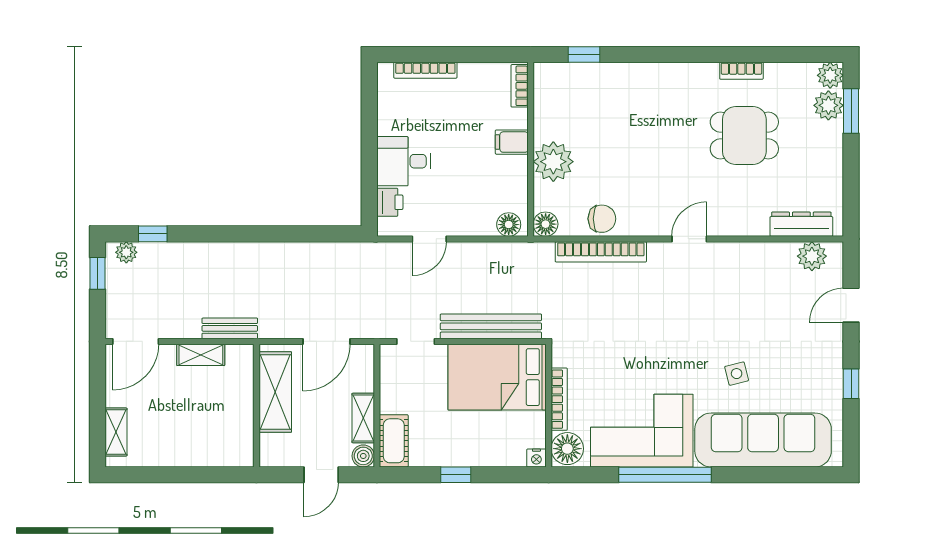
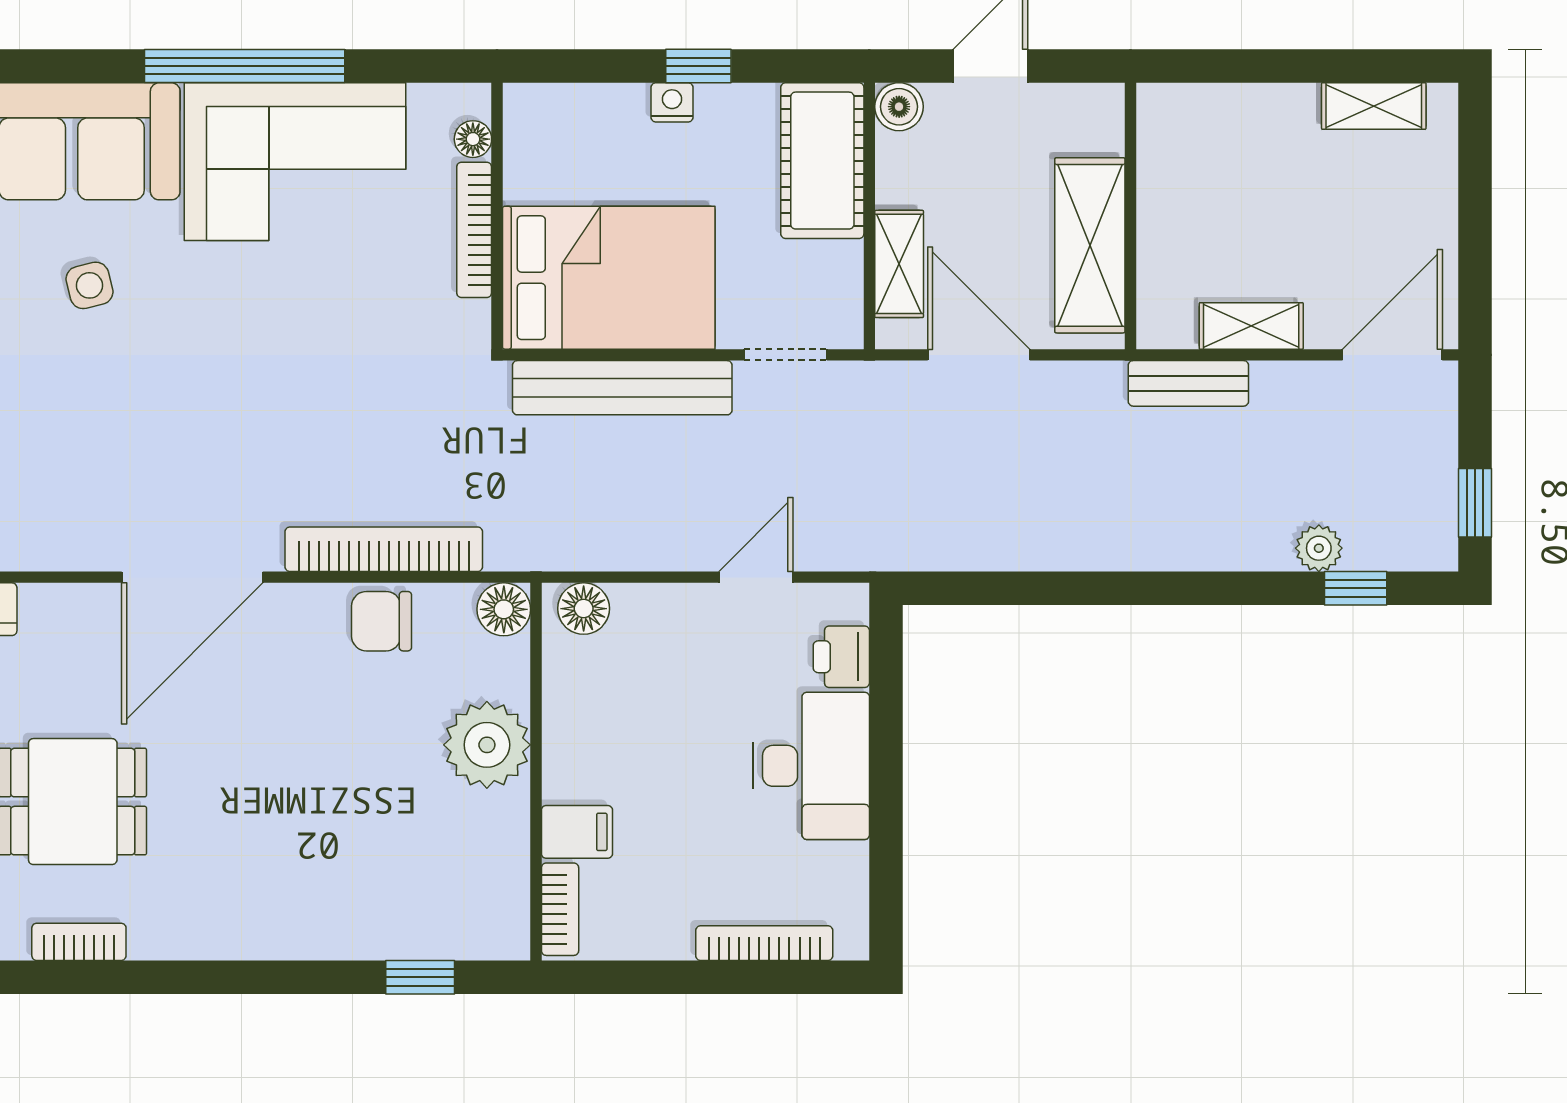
filing cabinet: (512, 142) -> (577, 832), moved
desk: (404, 161) -> (811, 766), width x1.37
door: (689, 239) -> (192, 577), width x1.88
plant: (126, 252) -> (1319, 548), moved
door: (326, 341) -> (979, 355), hinge flipped
shelving: (363, 418) -> (899, 264), moved
shelving: (116, 432) -> (1374, 106), moved, turned 90
cot: (394, 441) -> (822, 161), width x1.37, depth x1.34
floor lamp: (567, 449) -> (473, 139), width x0.53, depth x0.53
nightstand: (536, 458) -> (672, 102), moved

